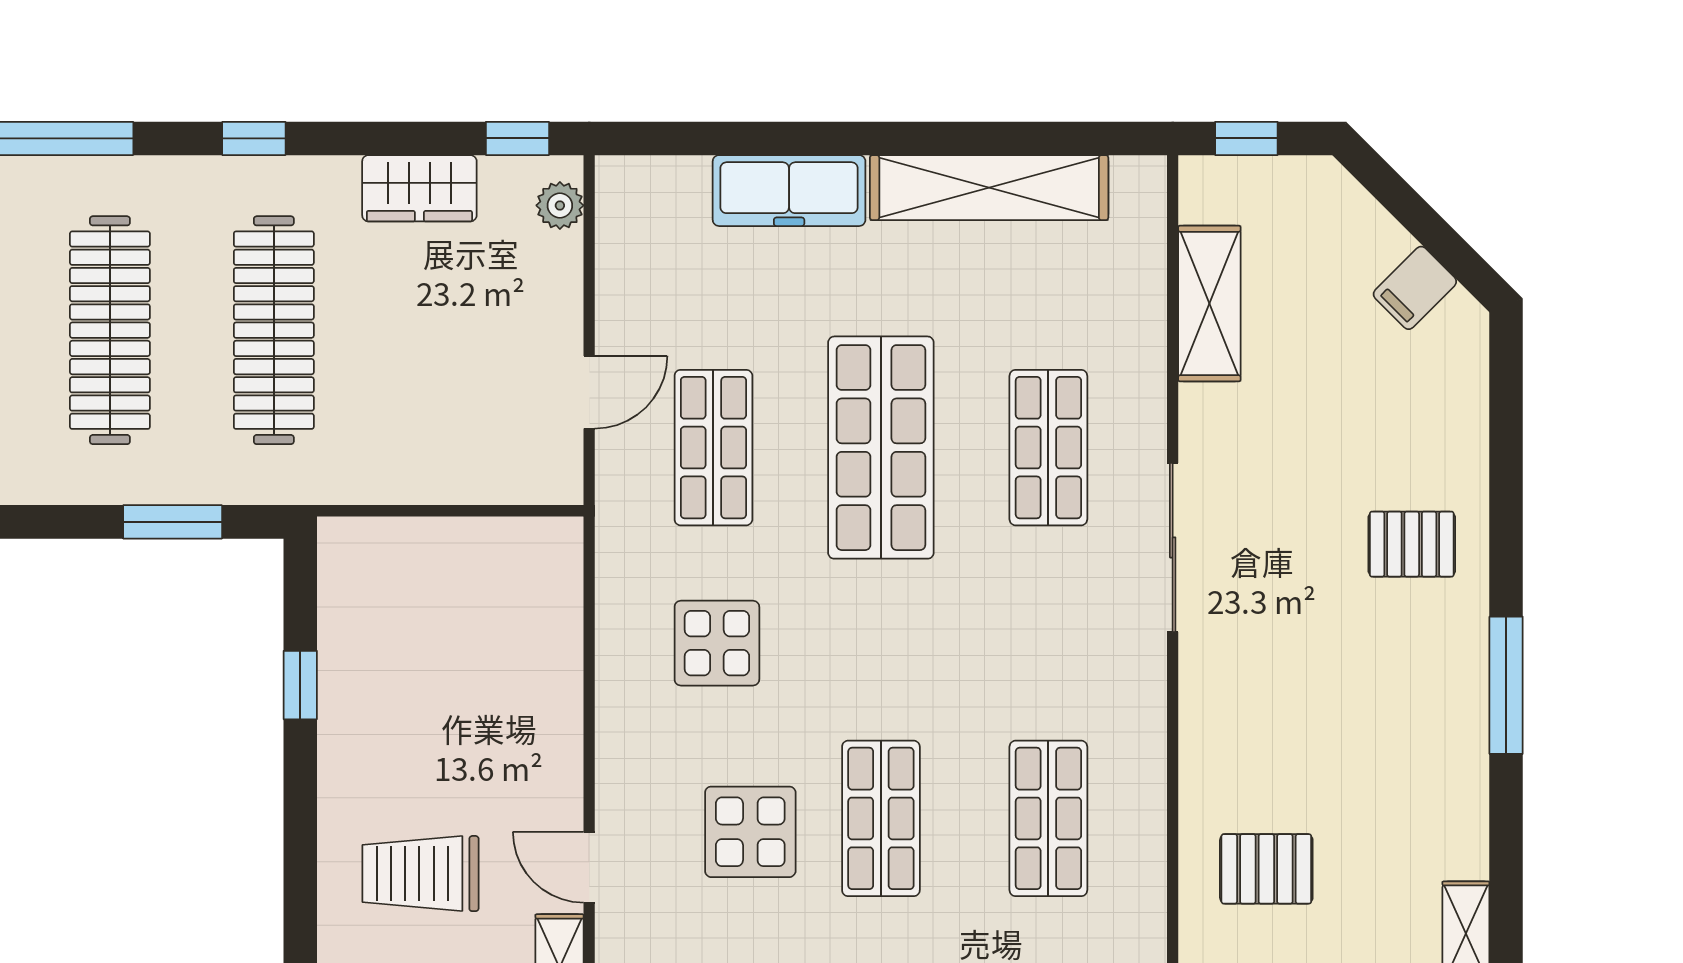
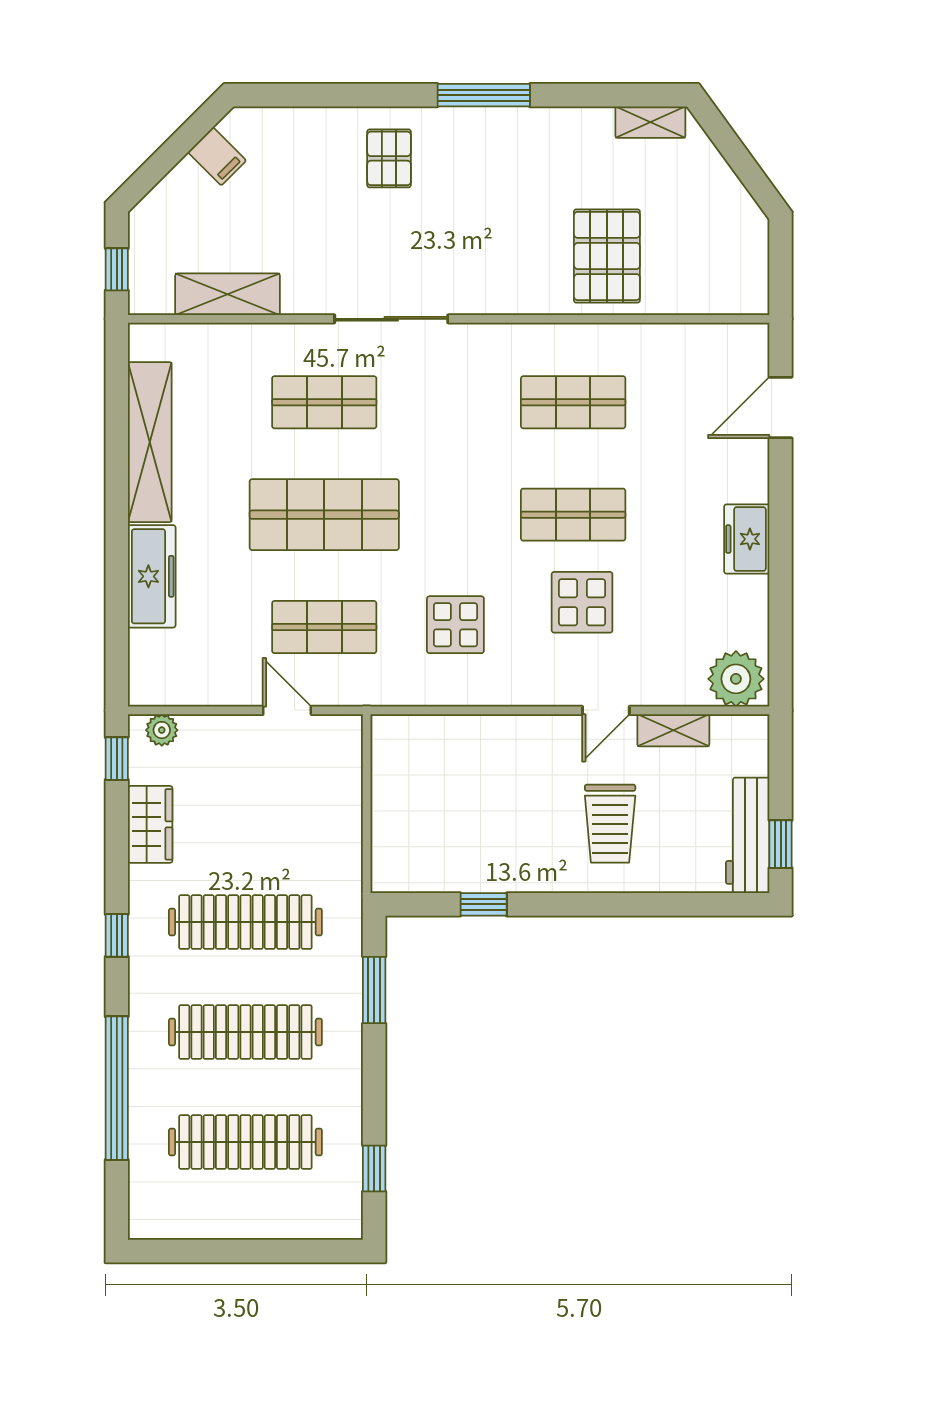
pallet: (1266, 869) -> (607, 256), width x1.50, depth x1.42

